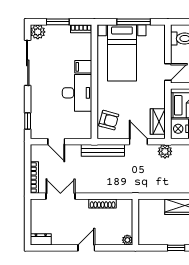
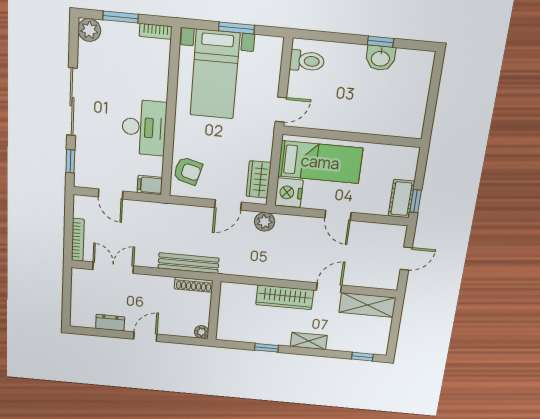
window: (134, 22) -> (236, 28), width x0.69
sliding door: (28, 63) -> (72, 102), moved
filing cabinet: (83, 67) -> (150, 185), moved
door: (138, 142) -> (228, 205), swing flipped
bench: (103, 150) -> (189, 263), moved
shoe rack: (103, 204) -> (194, 285), moved
dresser: (41, 239) -> (110, 323), moved

